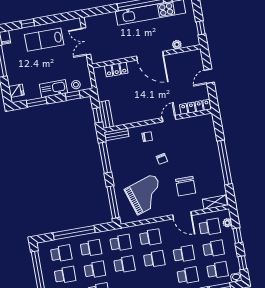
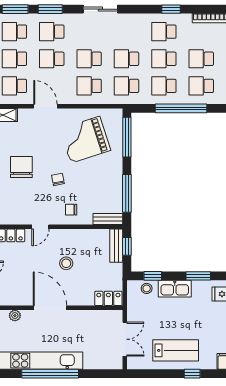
locker: (116, 69) -> (108, 298), moved
stool: (143, 93) -> (66, 263), added
chair: (186, 186) -> (21, 167), moved

